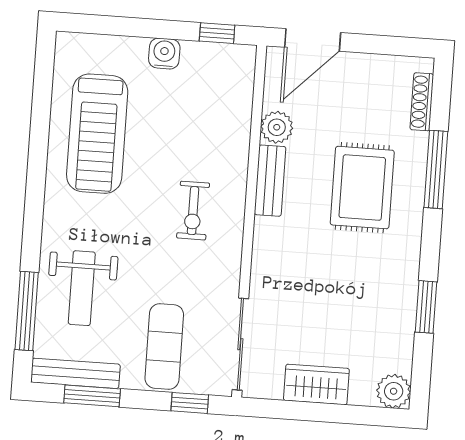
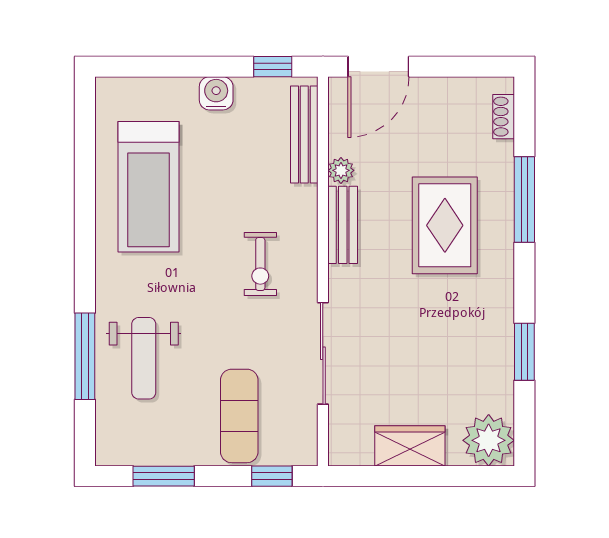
shoe rack: (422, 102) -> (504, 117), width x0.70
plant: (277, 127) -> (341, 170), width x0.73, depth x0.73
window: (27, 311) -> (85, 356), moved
sliding door: (240, 344) -> (323, 353), moved
bench: (75, 373) -> (304, 135), moved, turned 90
plant: (394, 391) -> (489, 440), width x1.36, depth x1.36

